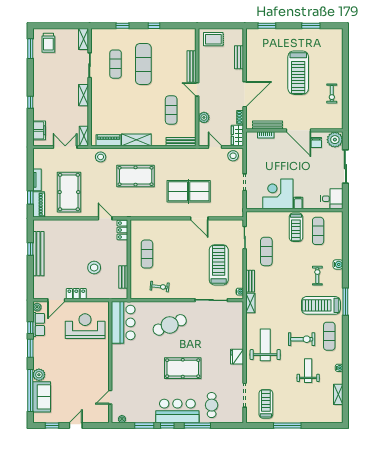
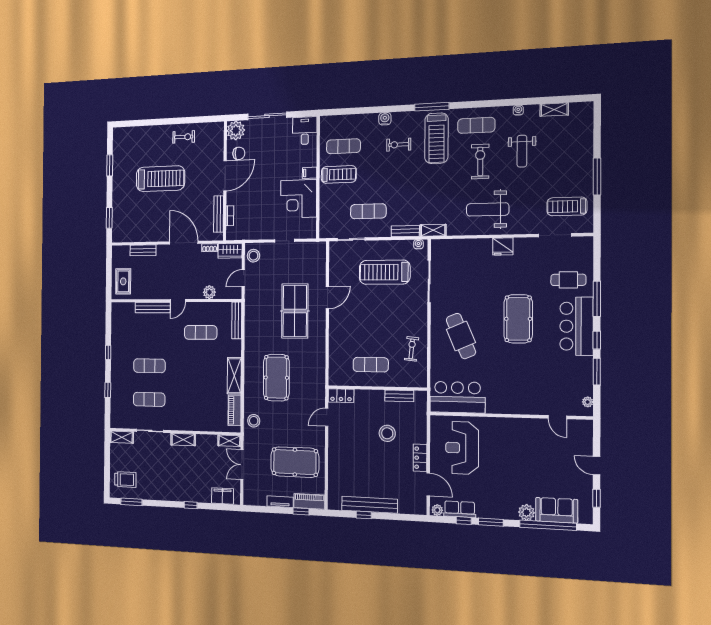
exercise mat: (143, 64) -> (149, 366), width x0.73, depth x0.69
weight bench: (308, 371) -> (522, 151), turned -90

